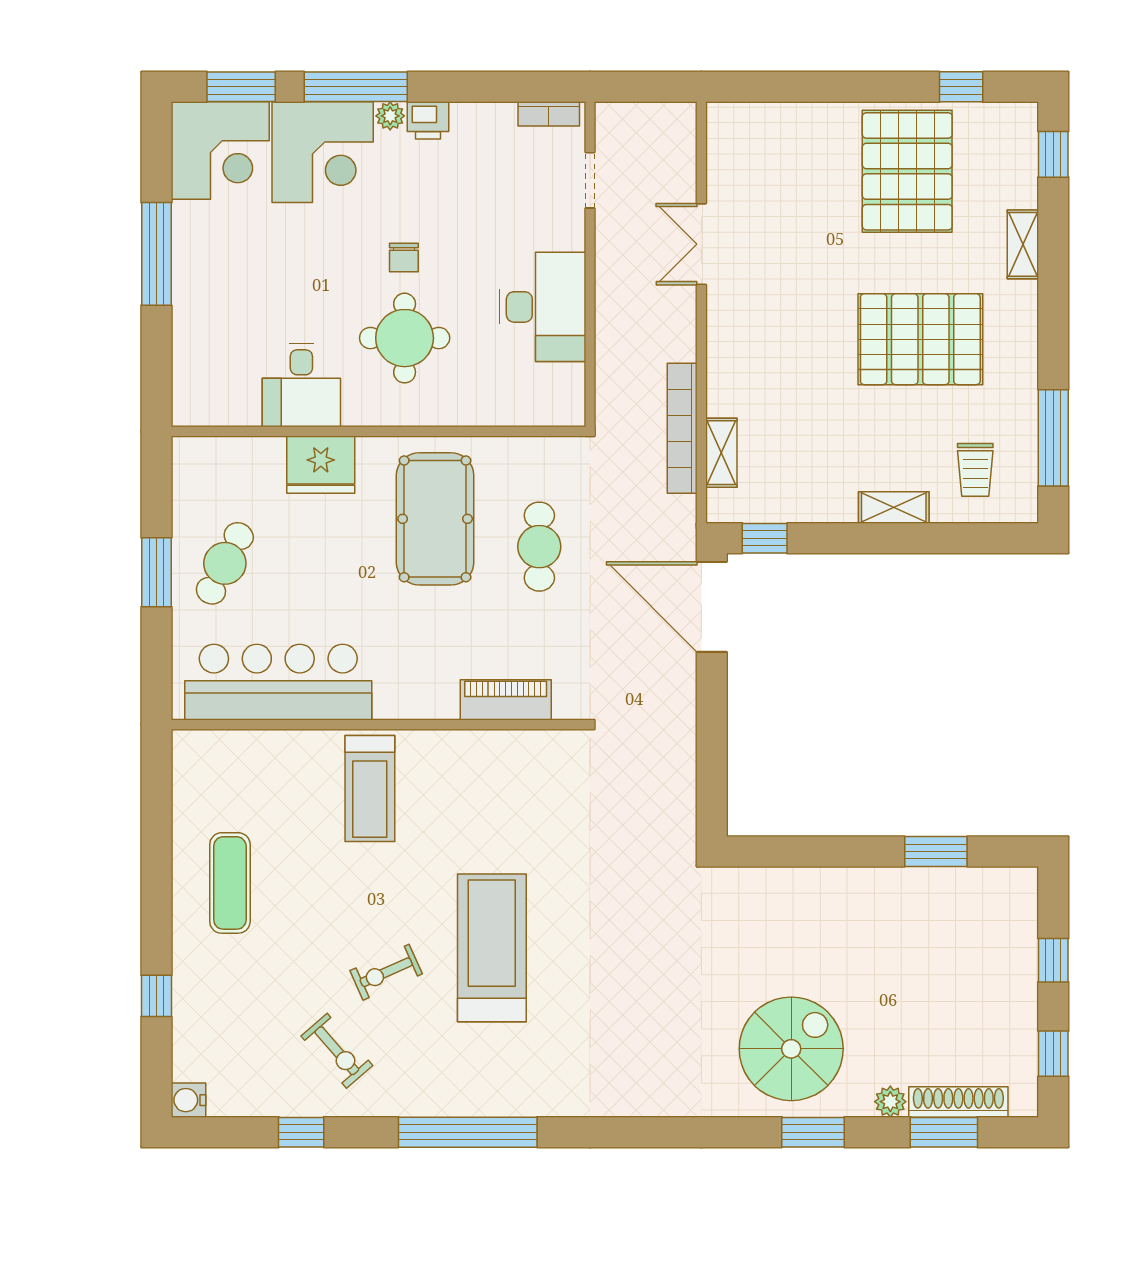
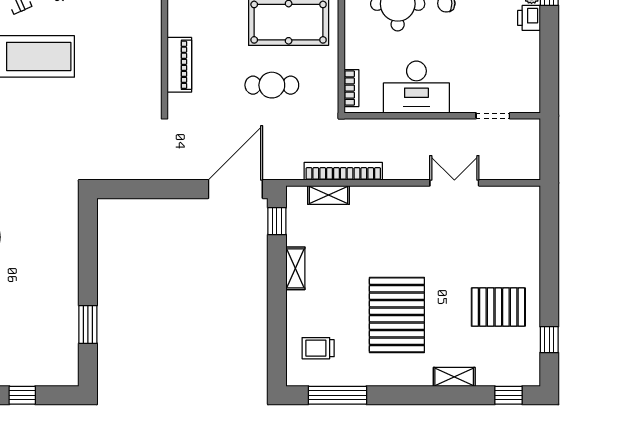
bookcase: (549, 114) -> (351, 88), moved, turned 180
pallet: (907, 171) -> (498, 307), width x0.73, depth x0.71
shelving: (894, 508) -> (295, 268), moved

